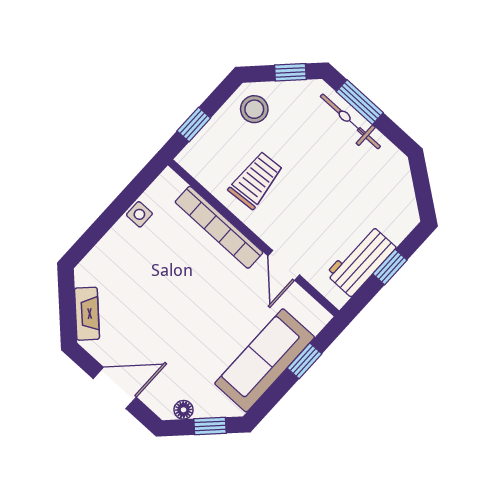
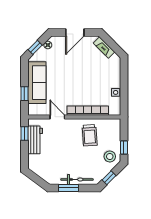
window: (360, 102) -> (69, 188), moved
window: (194, 125) -> (124, 148), moved
window: (390, 267) -> (24, 133), moved

